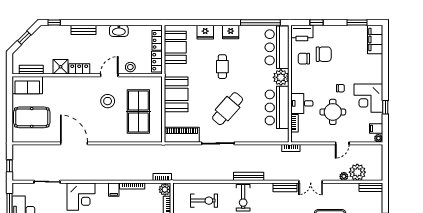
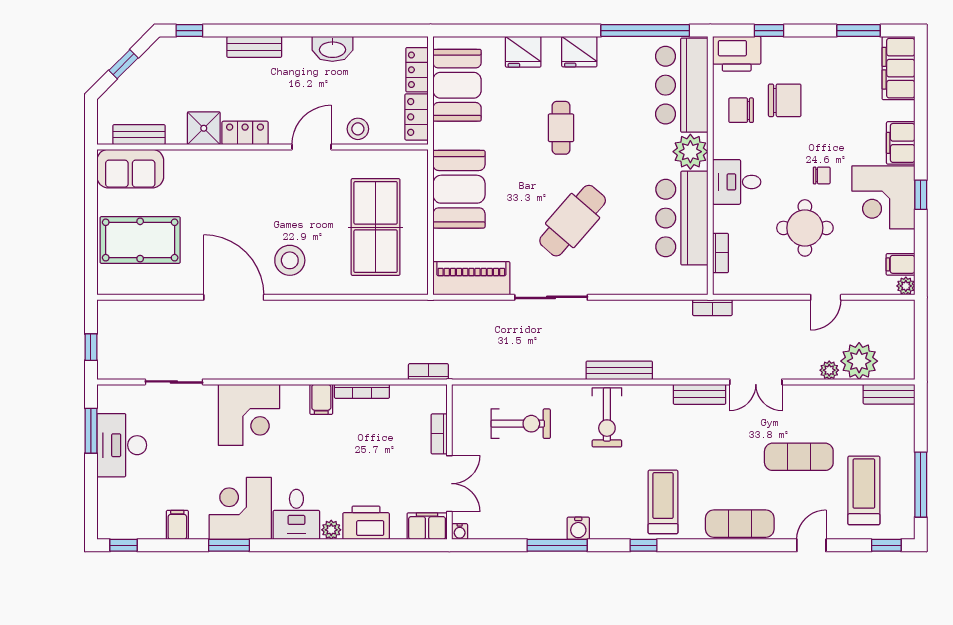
filing cabinet: (376, 73) -> (901, 143), added
stool: (108, 101) -> (290, 260), moved
desk: (302, 103) -> (737, 182), moved
window: (385, 107) -> (921, 195), moved
plant: (165, 189) -> (434, 399), removed

